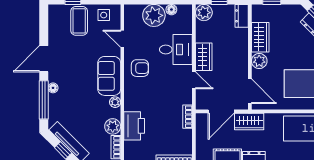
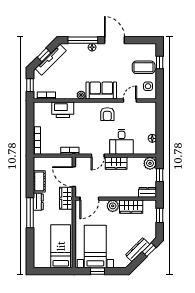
plant: (154, 15) -> (148, 125), removed
plant: (113, 126) -> (62, 93), removed

